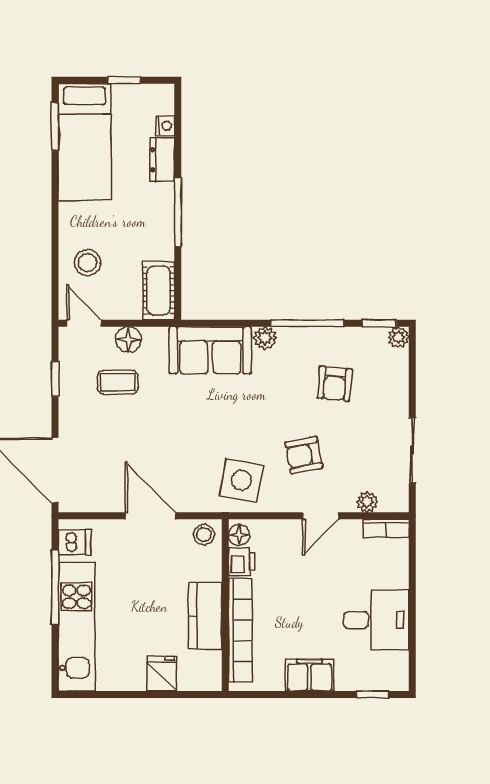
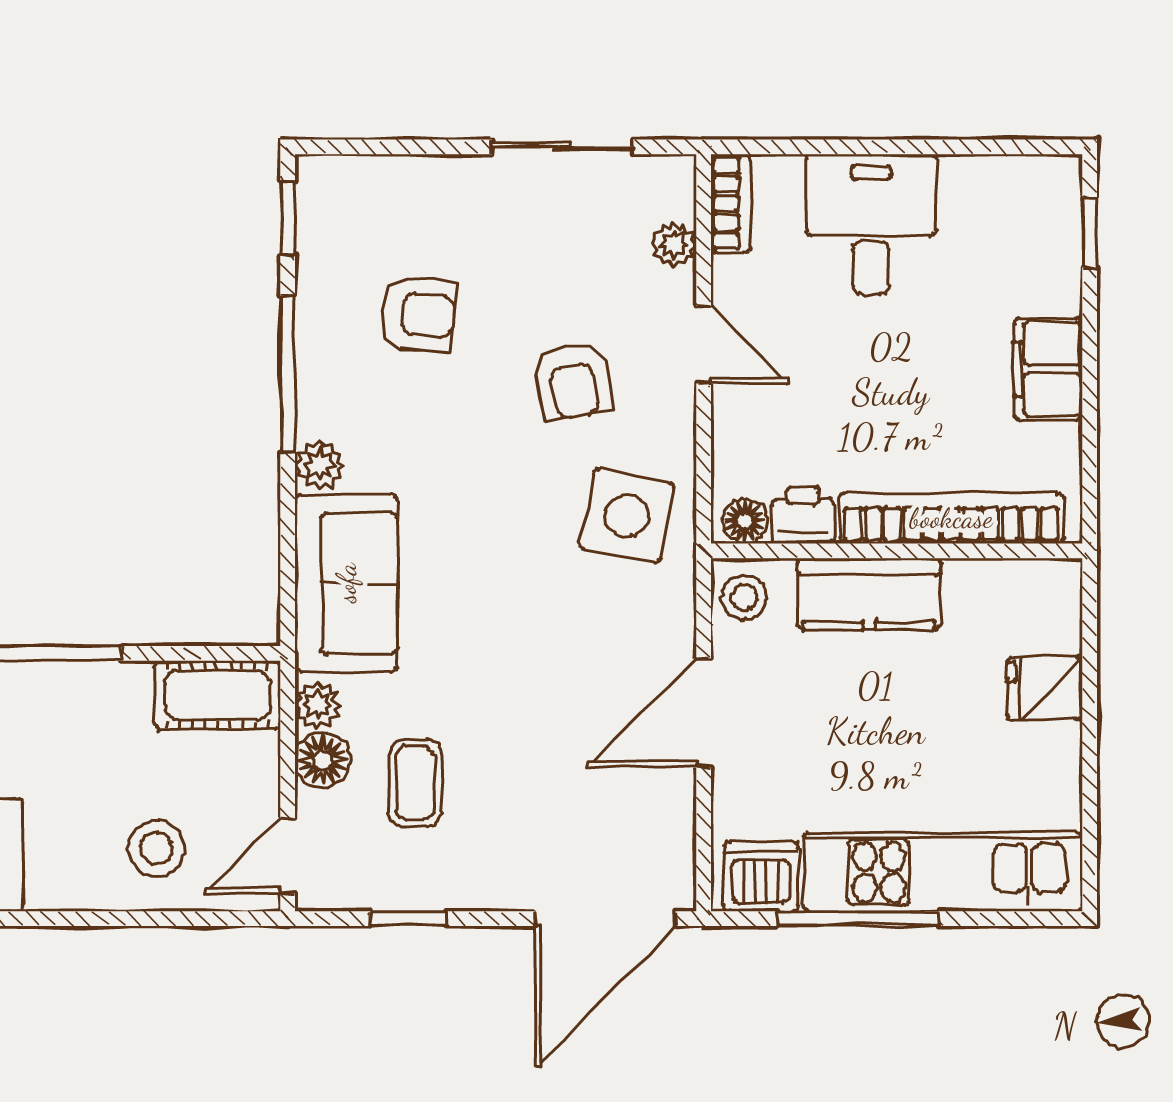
plant: (398, 337) -> (318, 705), moved
dishwasher: (75, 542) -> (761, 876), width x1.38
kitchen counter: (205, 616) -> (869, 594), moved
desk: (376, 620) -> (871, 224), moved

